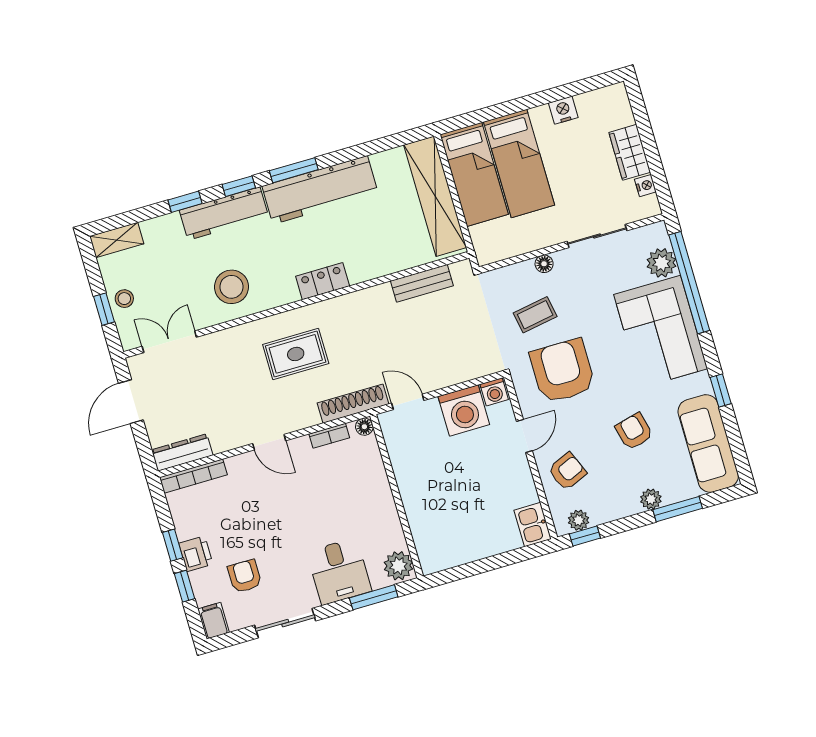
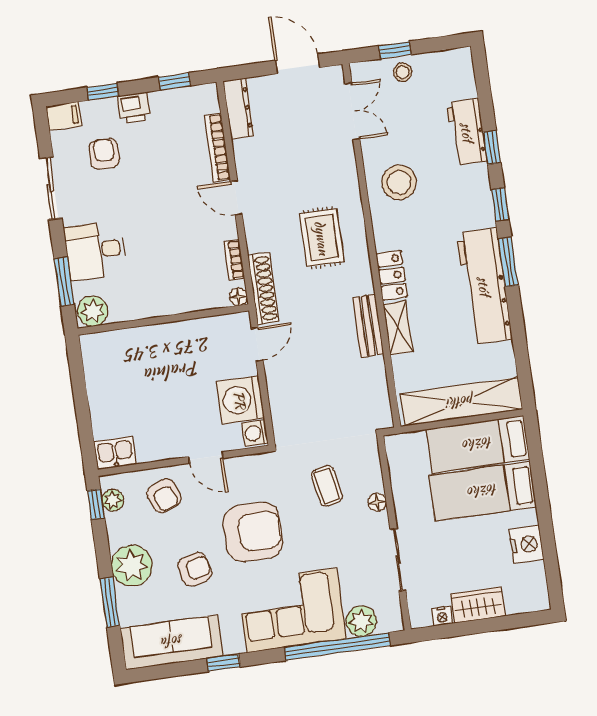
nightstand: (563, 110) -> (526, 544), width x1.36, depth x1.33
workbench: (224, 214) -> (467, 132), moved, width x0.73
shelving: (117, 240) -> (398, 328), moved
bench: (422, 283) -> (368, 326), moved
armchair: (563, 371) -> (253, 532), moved
door: (269, 442) -> (236, 198), hinge flipped
bookcase: (193, 476) -> (217, 147), moved
plant: (651, 499) -> (132, 566), width x1.88, depth x1.88
window: (173, 545) -> (175, 81), moved
armchair: (245, 576) -> (104, 154), turned -90

